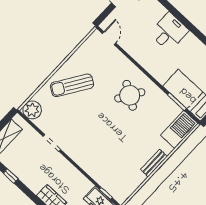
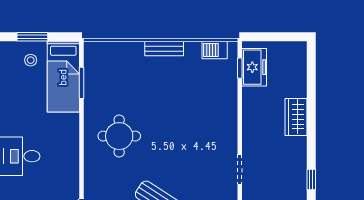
round table: (130, 95) -> (119, 136), turned -32
barbecue: (179, 129) -> (215, 50), moved, width x0.53, depth x0.65

